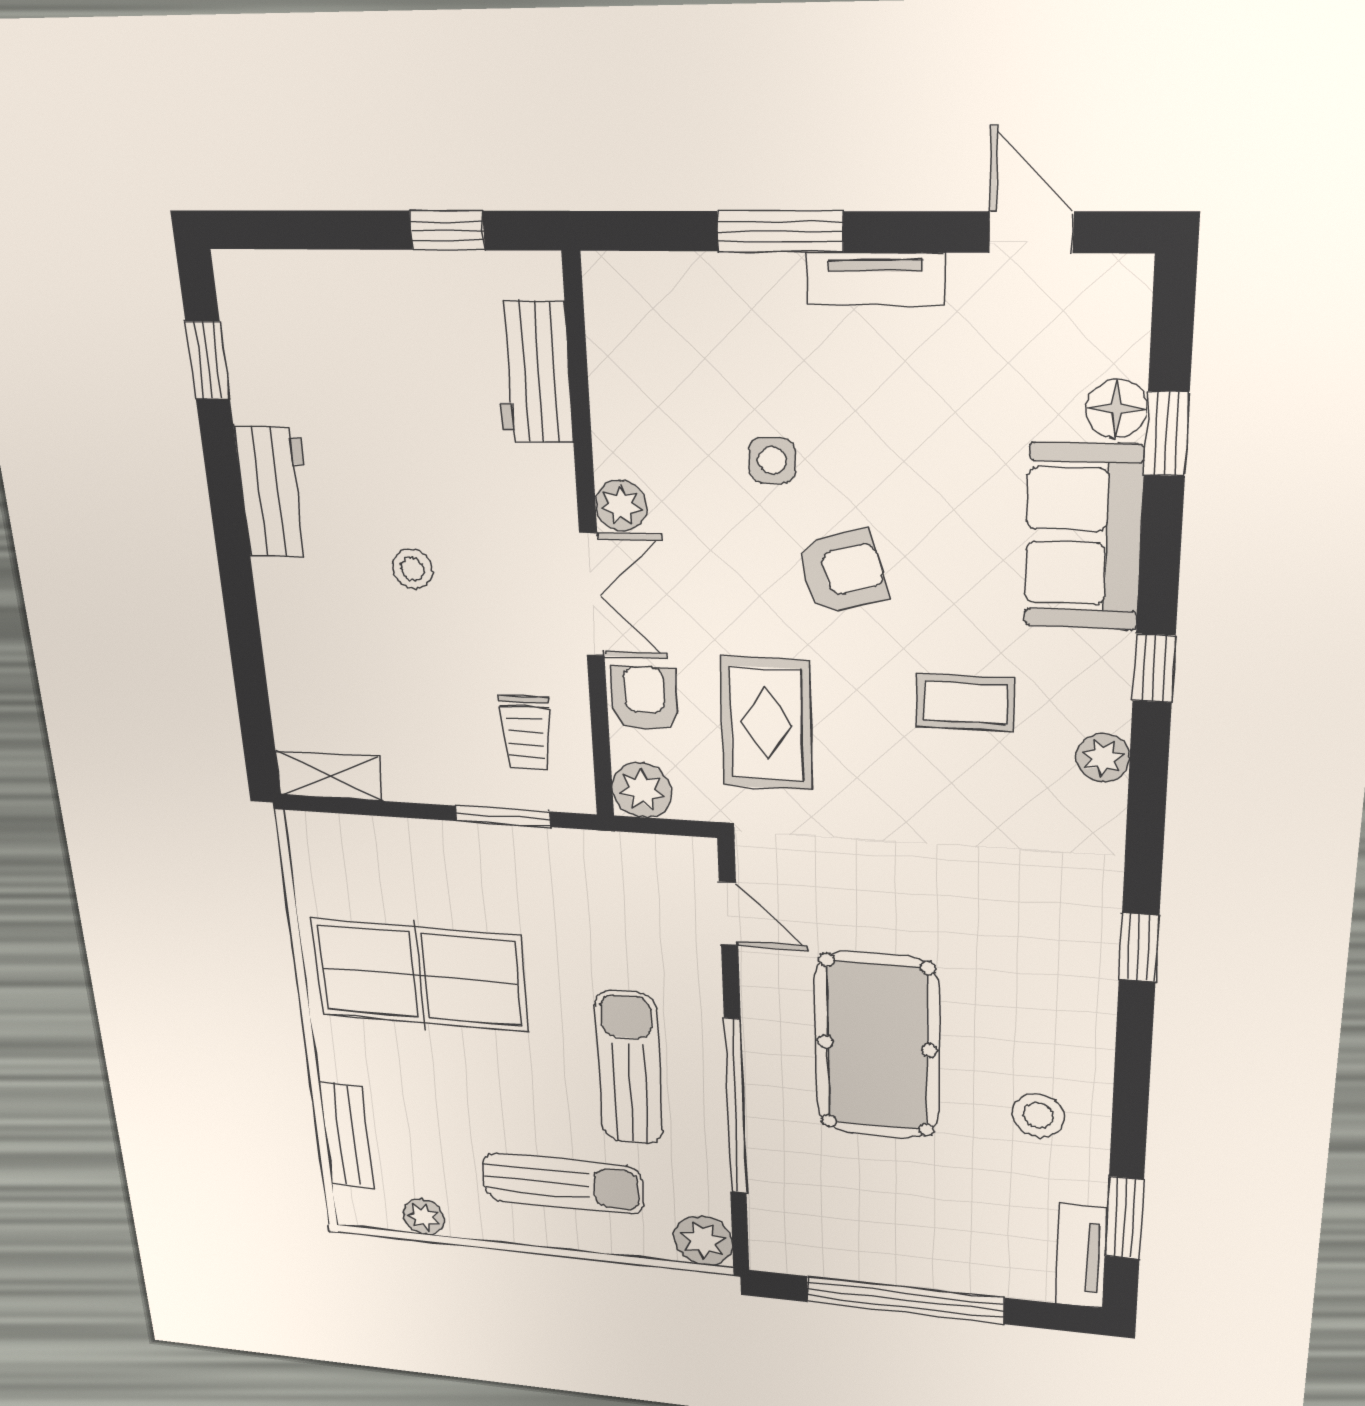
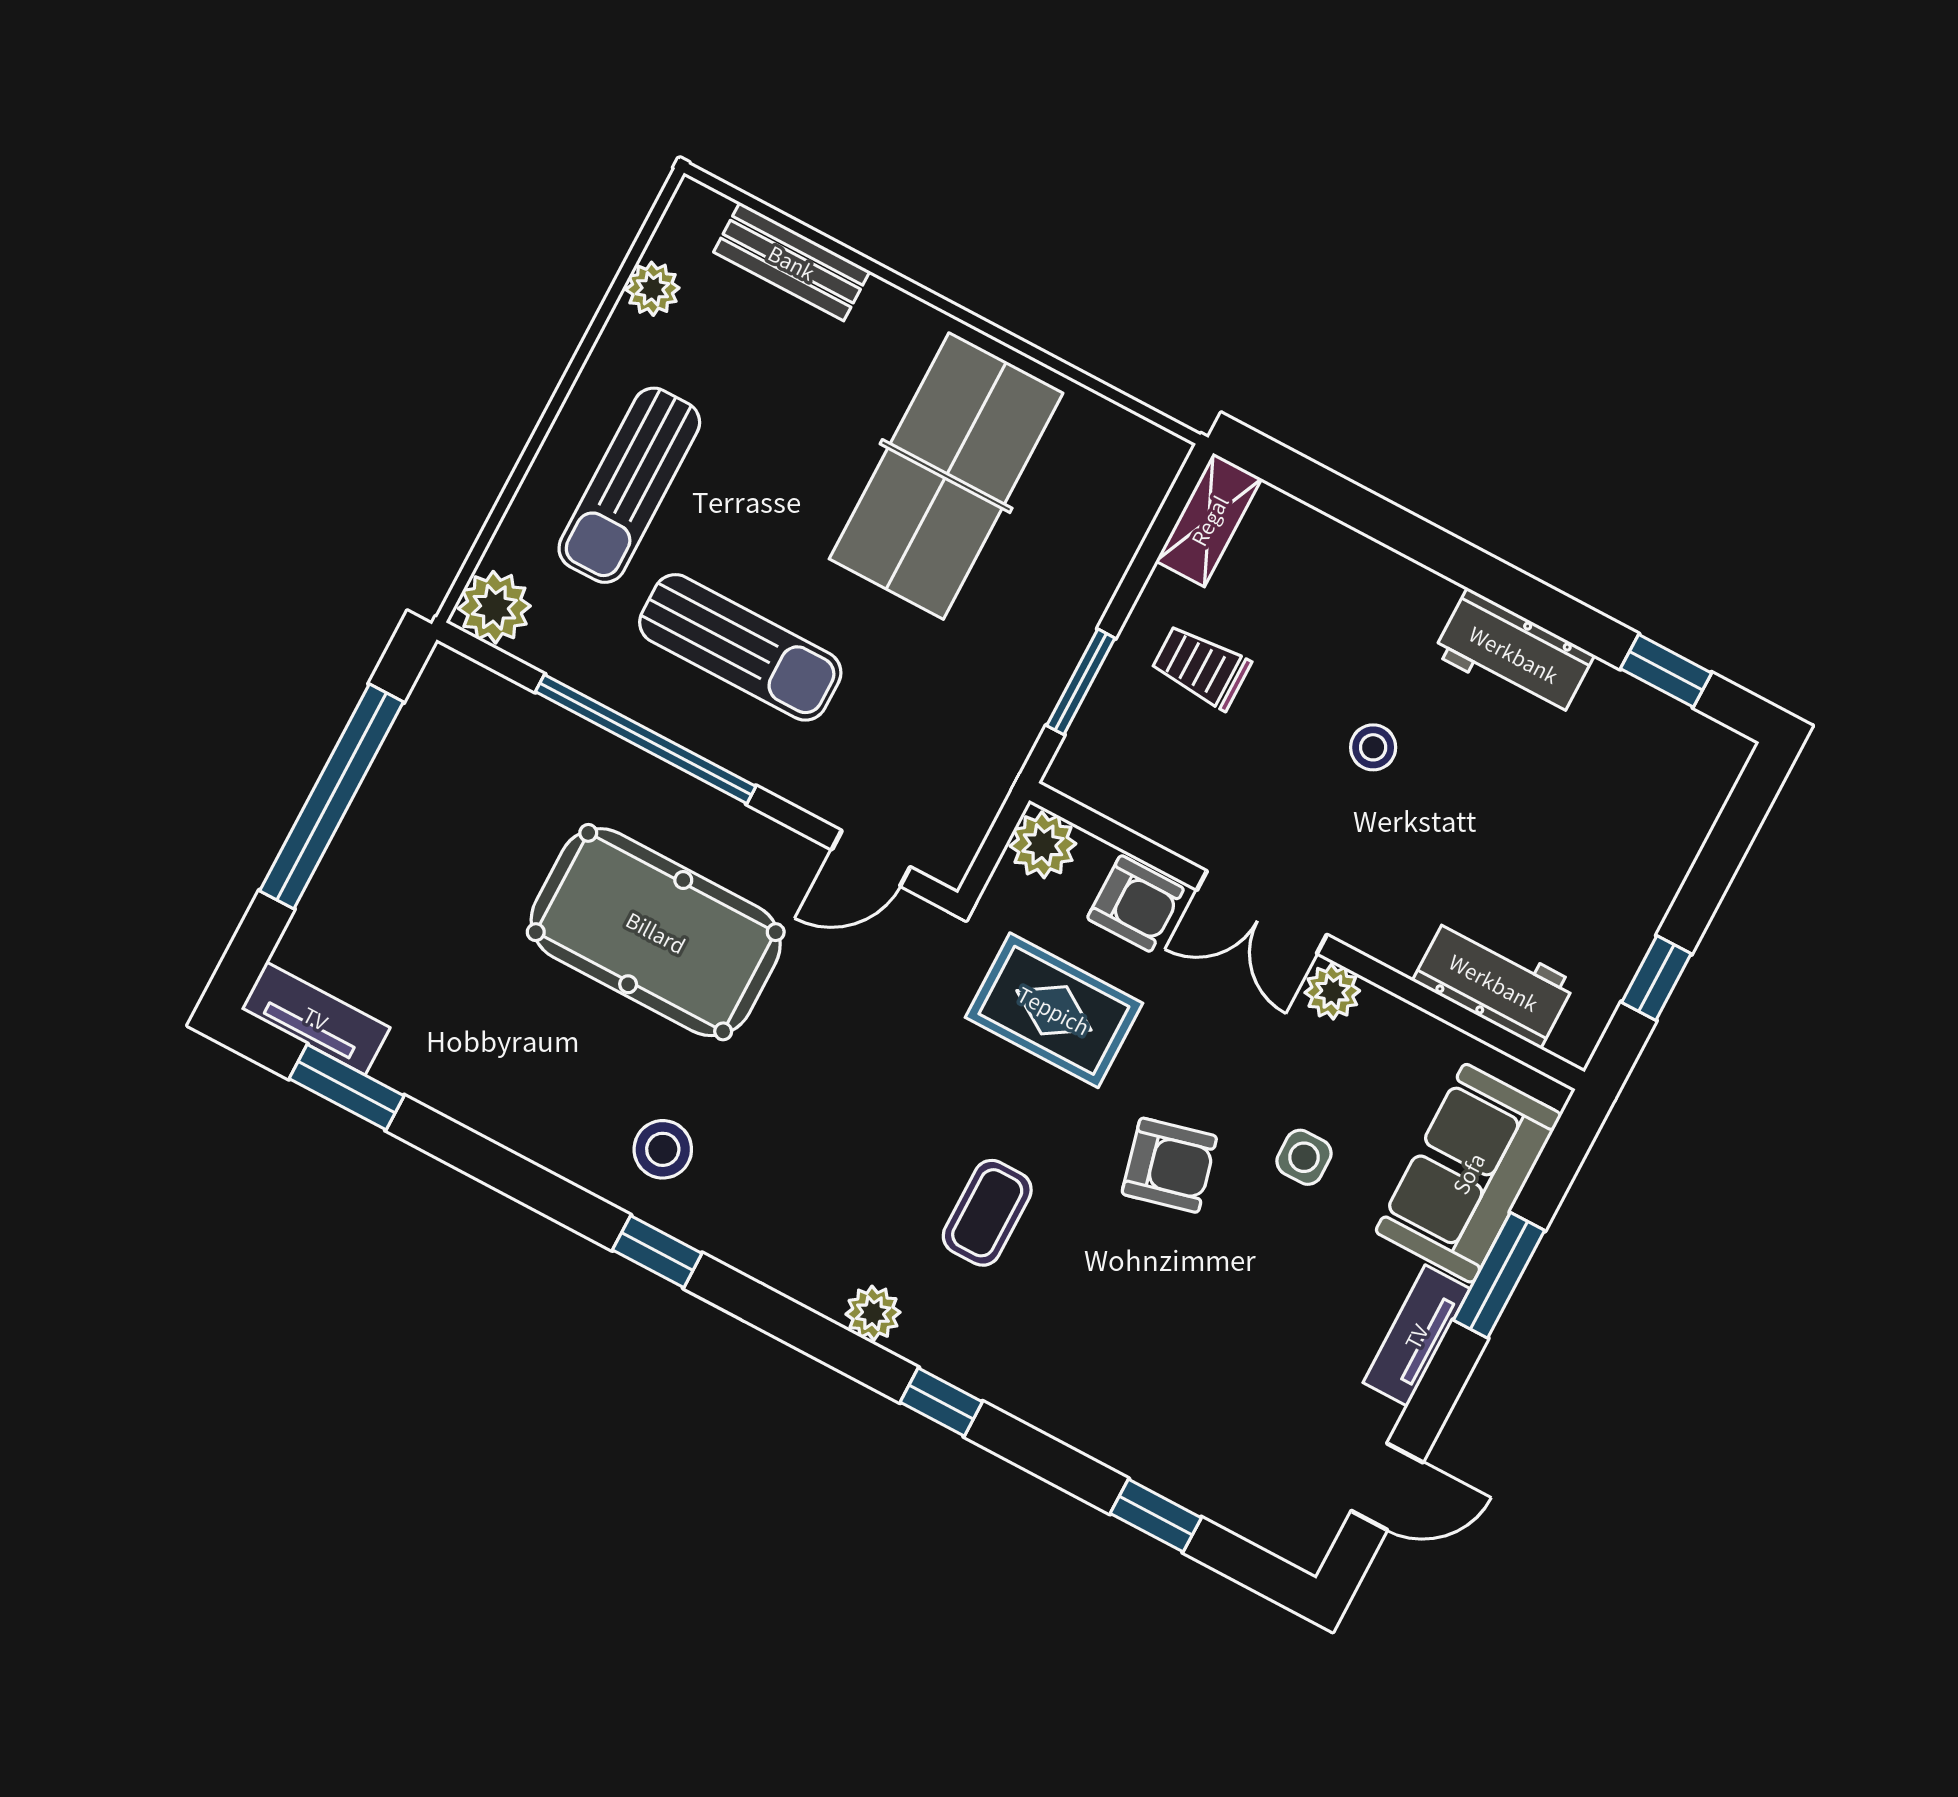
floor lamp: (1116, 409) -> (1199, 1484), removed
sofa: (1083, 537) -> (1468, 1173), moved, turned -90
armchair: (842, 571) -> (1169, 1165), turned -89
trolley: (526, 733) -> (1201, 667), moved
stool: (1038, 1116) -> (663, 1149), moved

